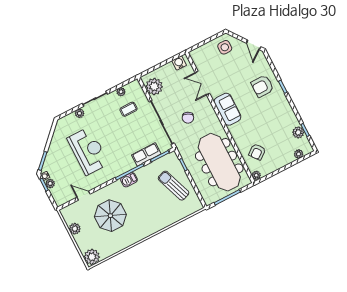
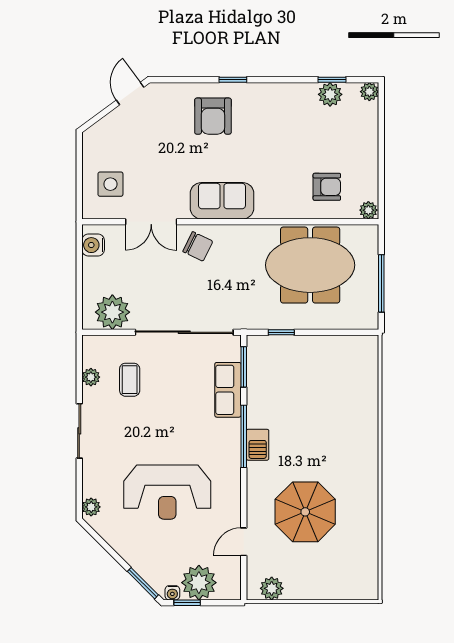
door: (254, 45) -> (130, 94), swing flipped
side table: (225, 47) -> (110, 184), moved
plant: (79, 113) -> (91, 507), moved
chair: (188, 118) -> (198, 246), moved
reception desk: (88, 151) -> (167, 492), turned 180
armchair: (257, 152) -> (327, 187), turned -52
plant: (299, 154) -> (369, 92), moved
meeting table: (219, 162) -> (310, 265), width x0.73
plant: (50, 183) -> (199, 583), width x1.88, depth x1.88
sun lounger: (173, 186) -> (310, 370), removed
plant: (75, 229) -> (272, 588), moved
plant: (92, 257) -> (362, 584), removed

